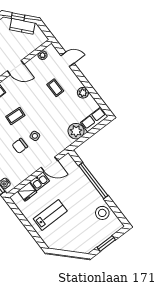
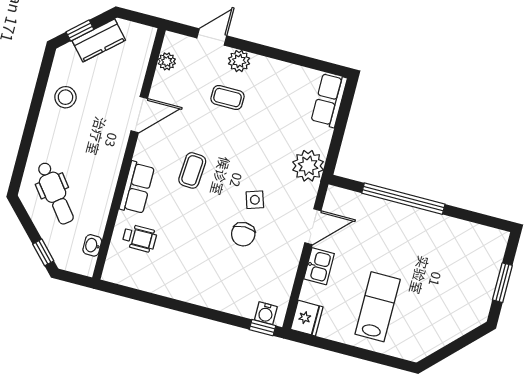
plant: (83, 93) -> (239, 61), moved
coffee table: (15, 116) -> (192, 170), moved
plant: (76, 131) -> (308, 166), moved
fridge: (27, 192) -> (307, 318), moved
stool: (102, 213) -> (458, 239), removed

